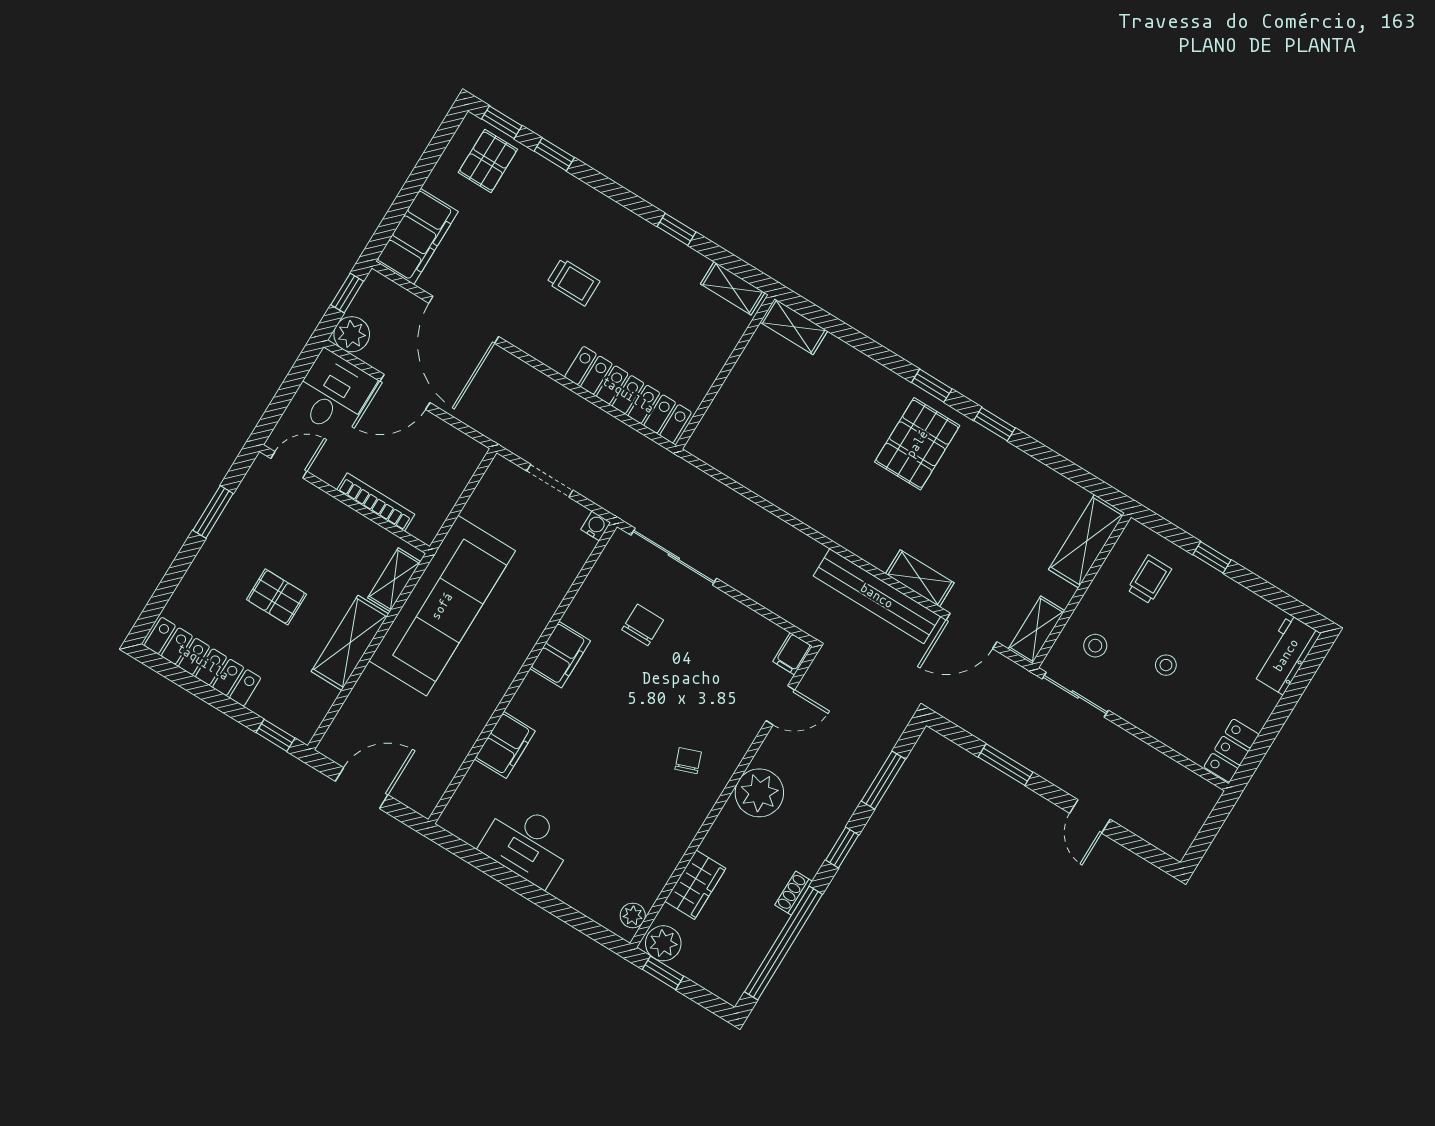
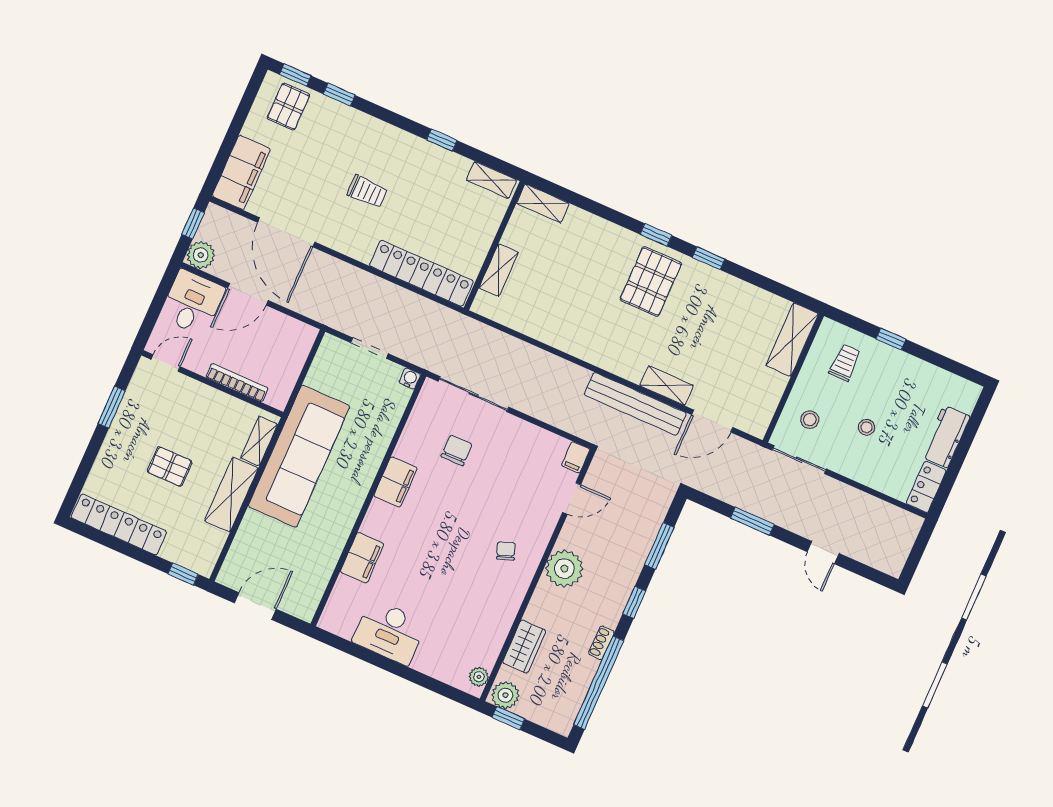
shelving: (1036, 630) -> (499, 270), moved
workbench: (1286, 655) -> (945, 436), moved

